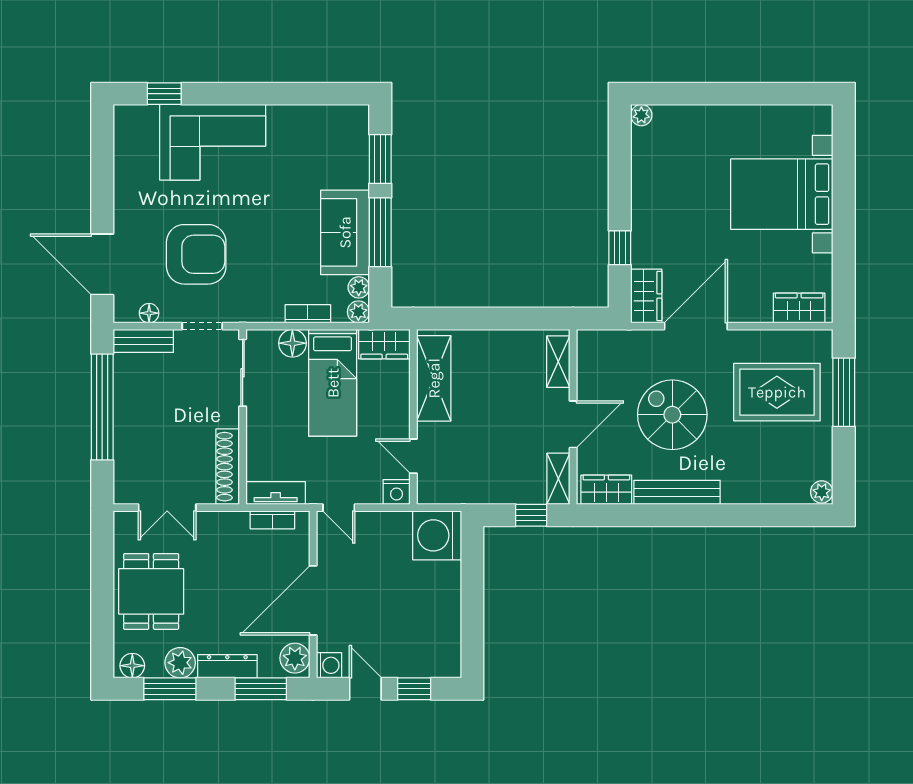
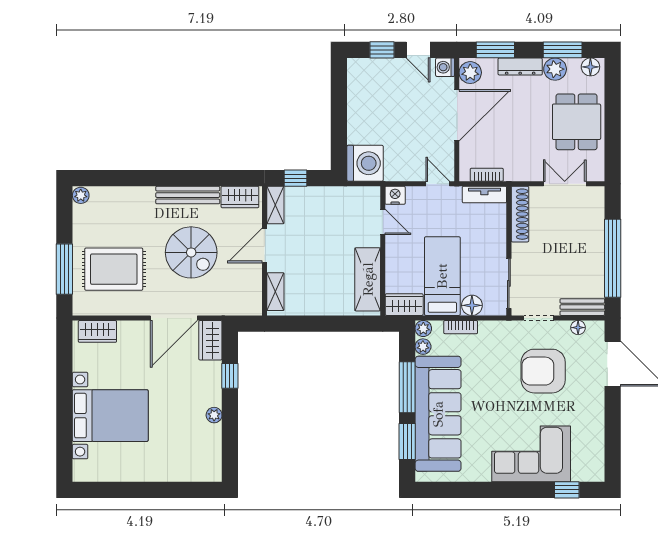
plant: (641, 115) -> (214, 415), moved
sofa: (345, 232) -> (438, 414), width x1.85, depth x1.27

